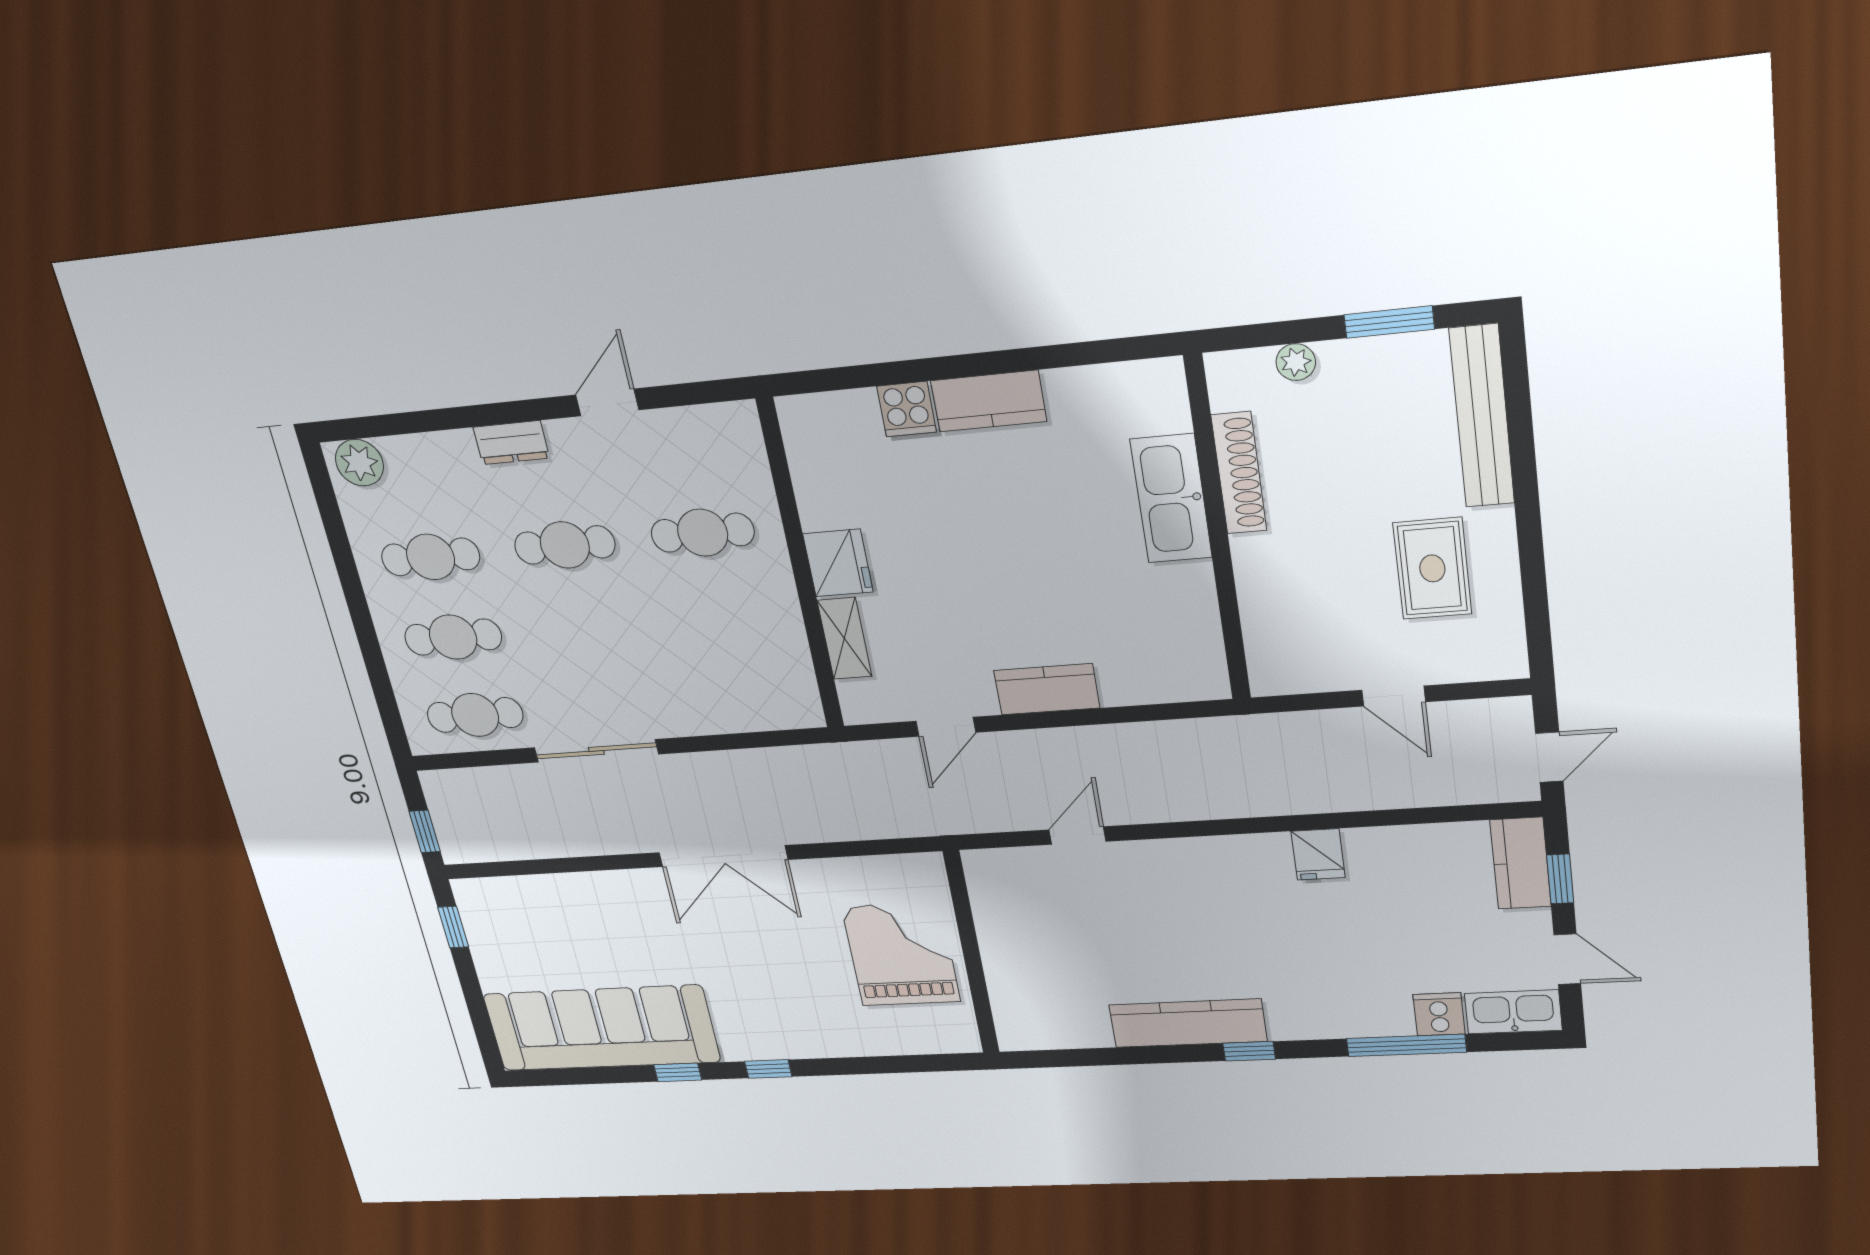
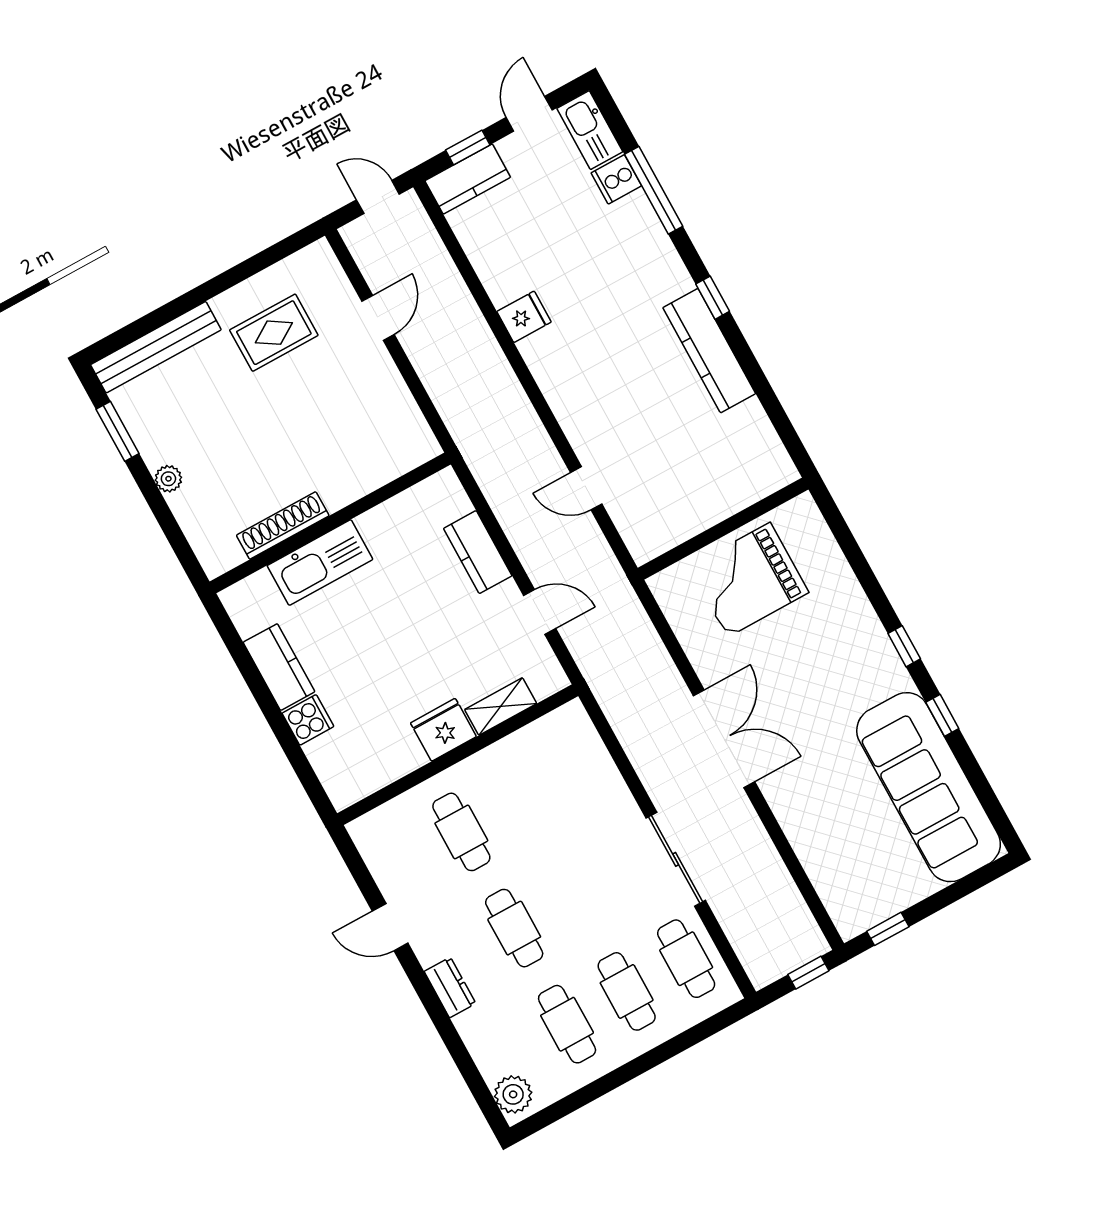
shoe rack: (1239, 473) -> (283, 525), moved
kitchen sink: (1171, 499) -> (320, 563), moved
wall: (1218, 531) -> (330, 523), moved

